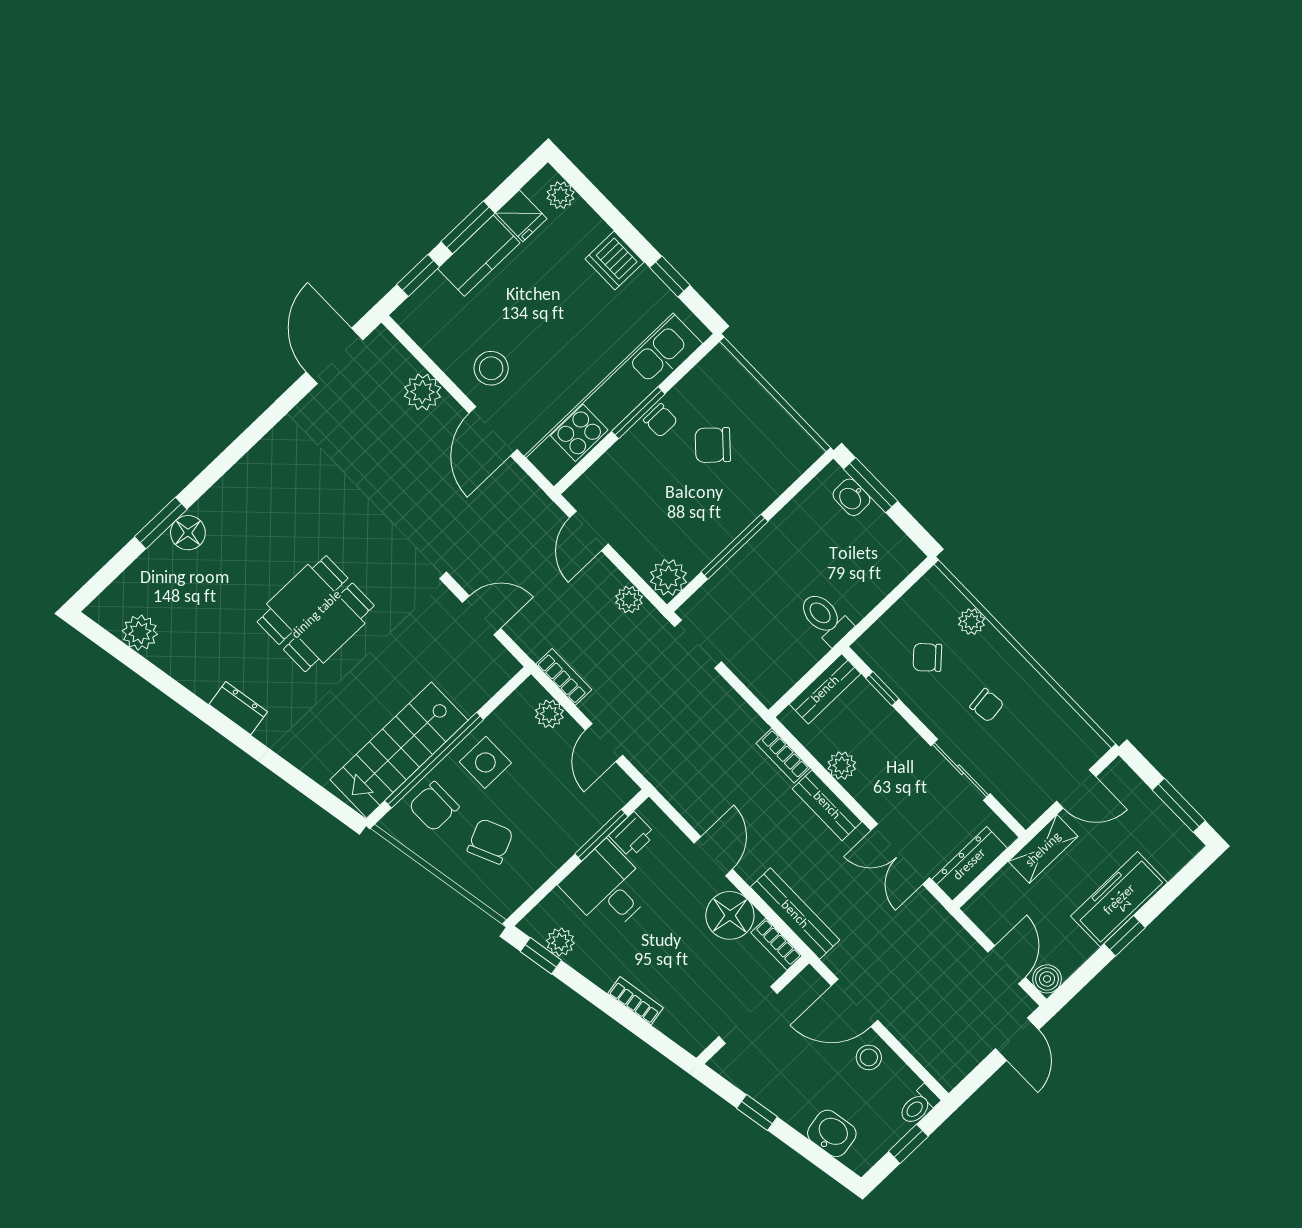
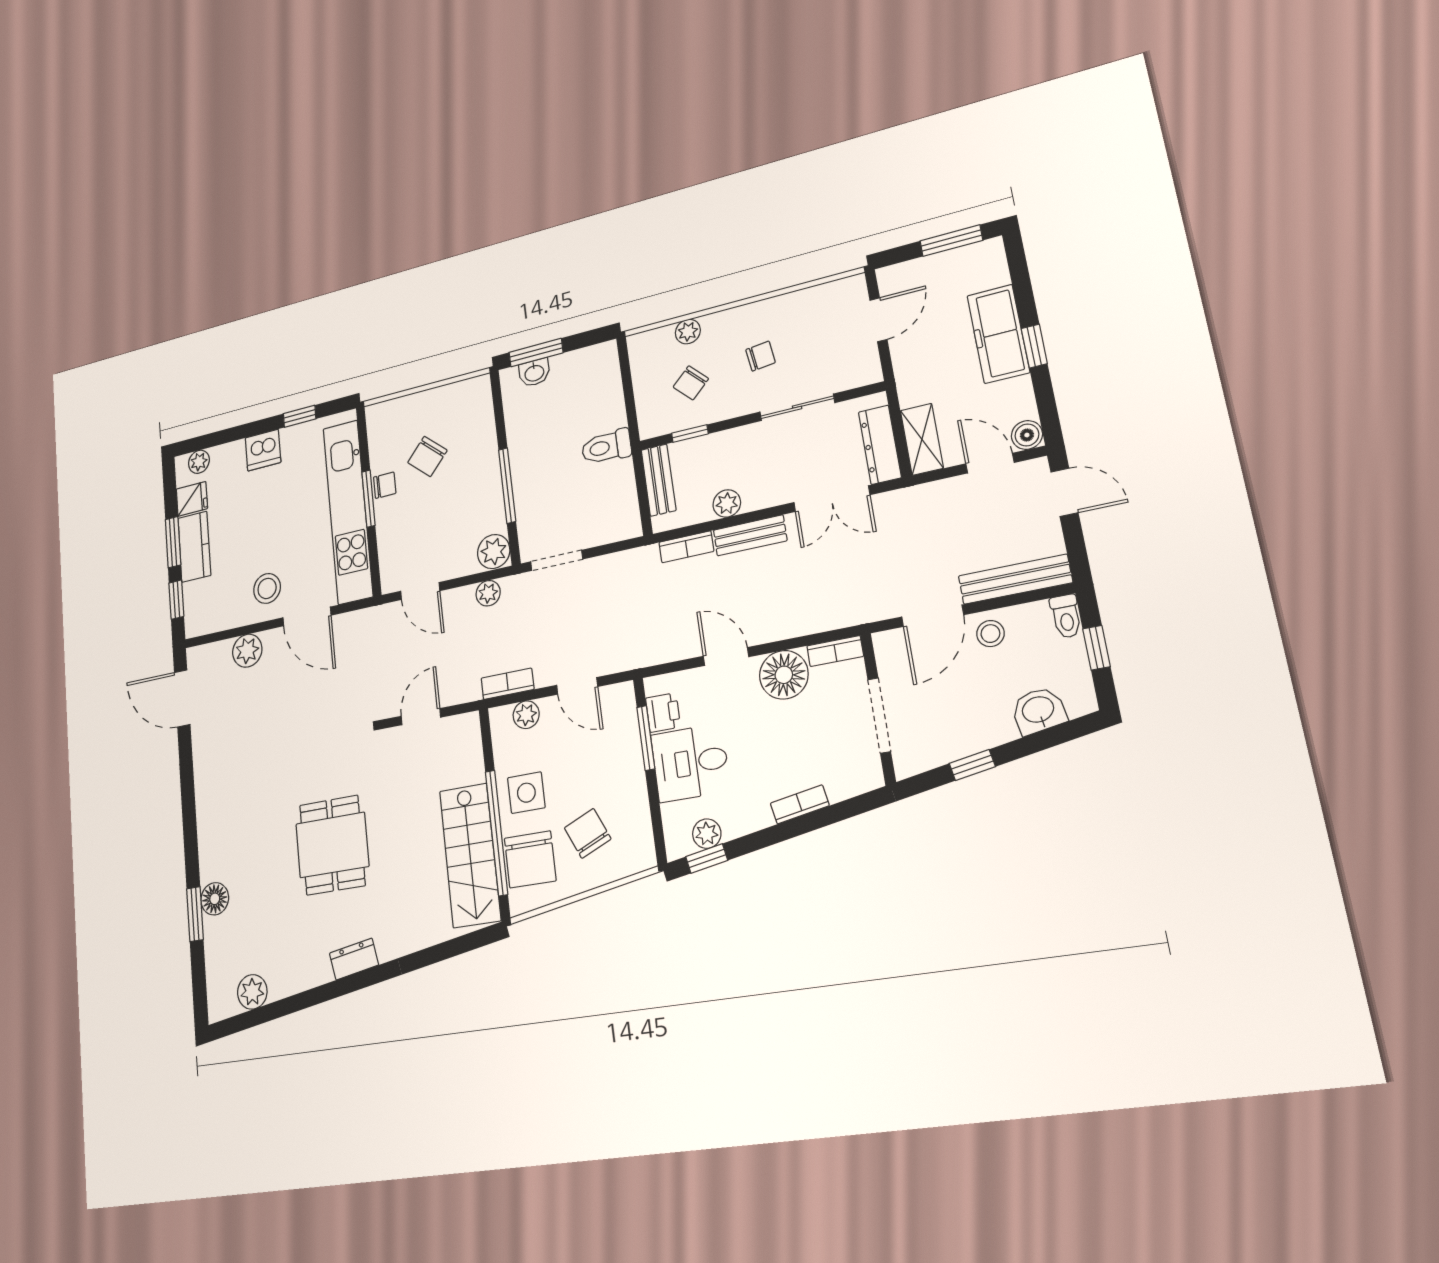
chair: (434, 806) -> (530, 859), width x1.37, depth x1.37
shelving: (1043, 849) -> (922, 439), moved
bench: (795, 914) -> (1015, 579), moved

